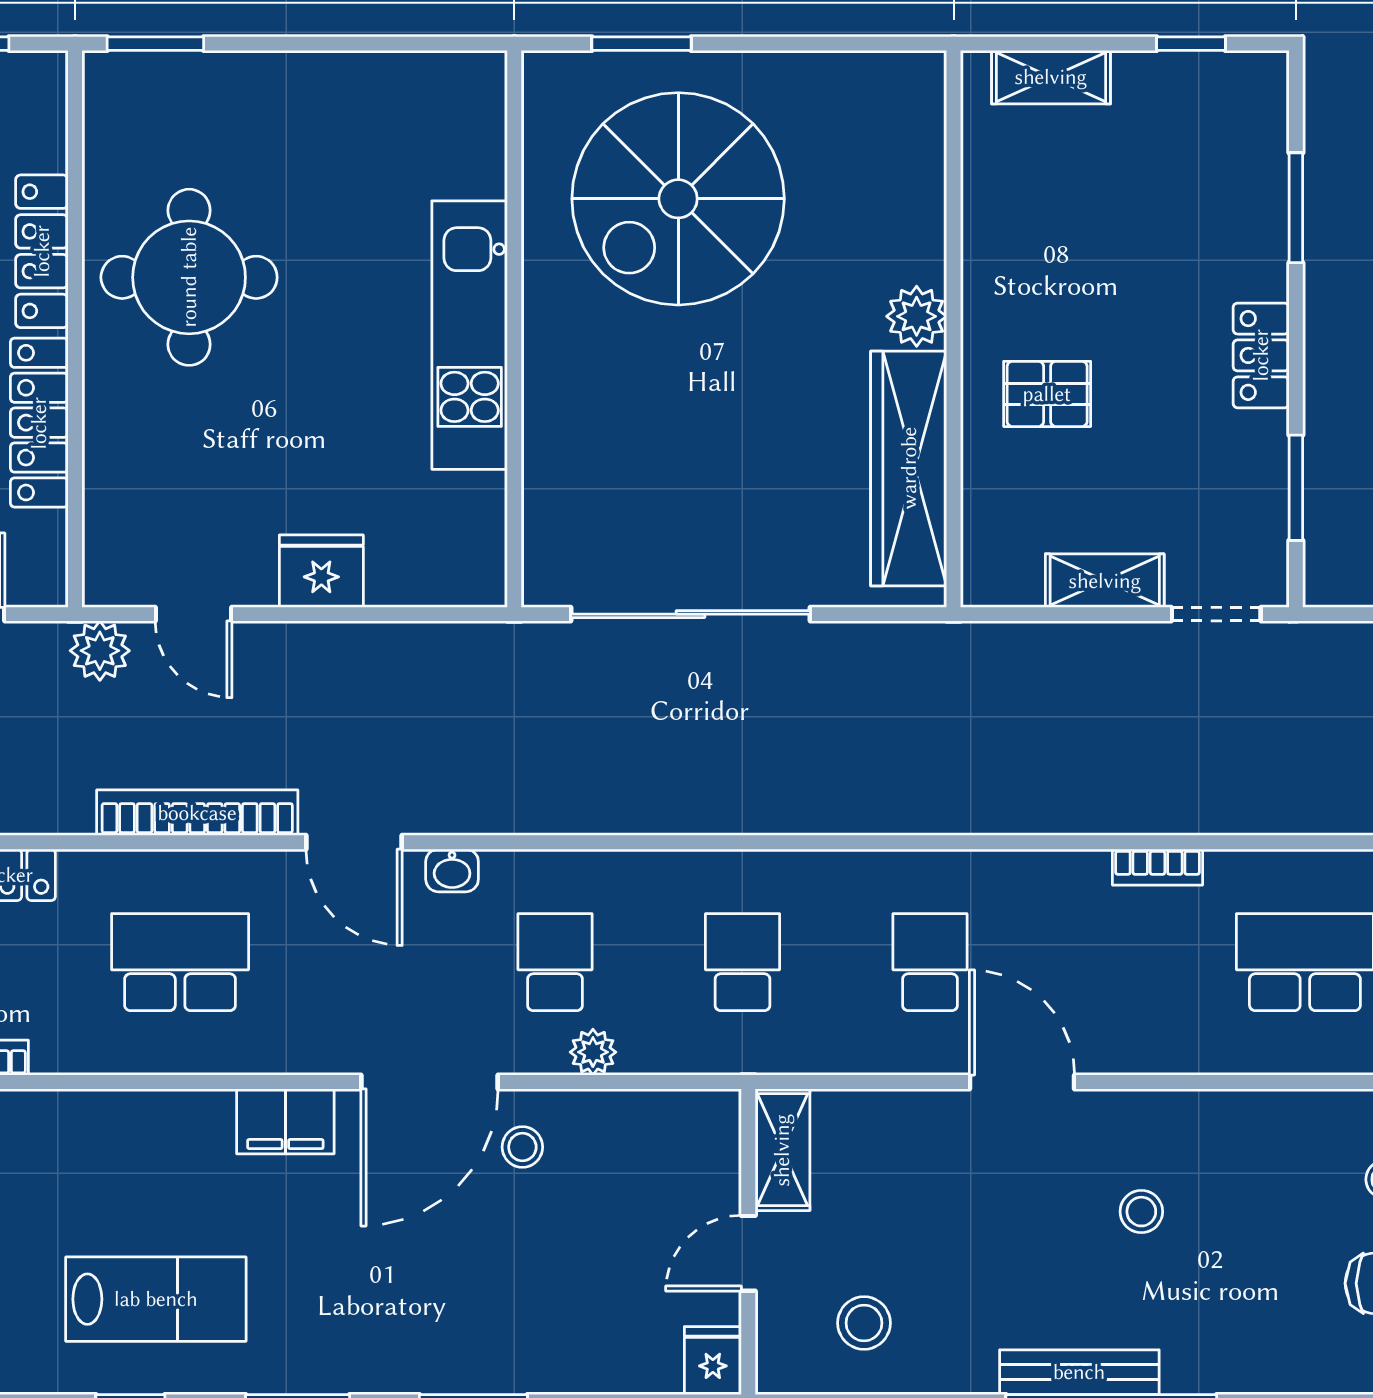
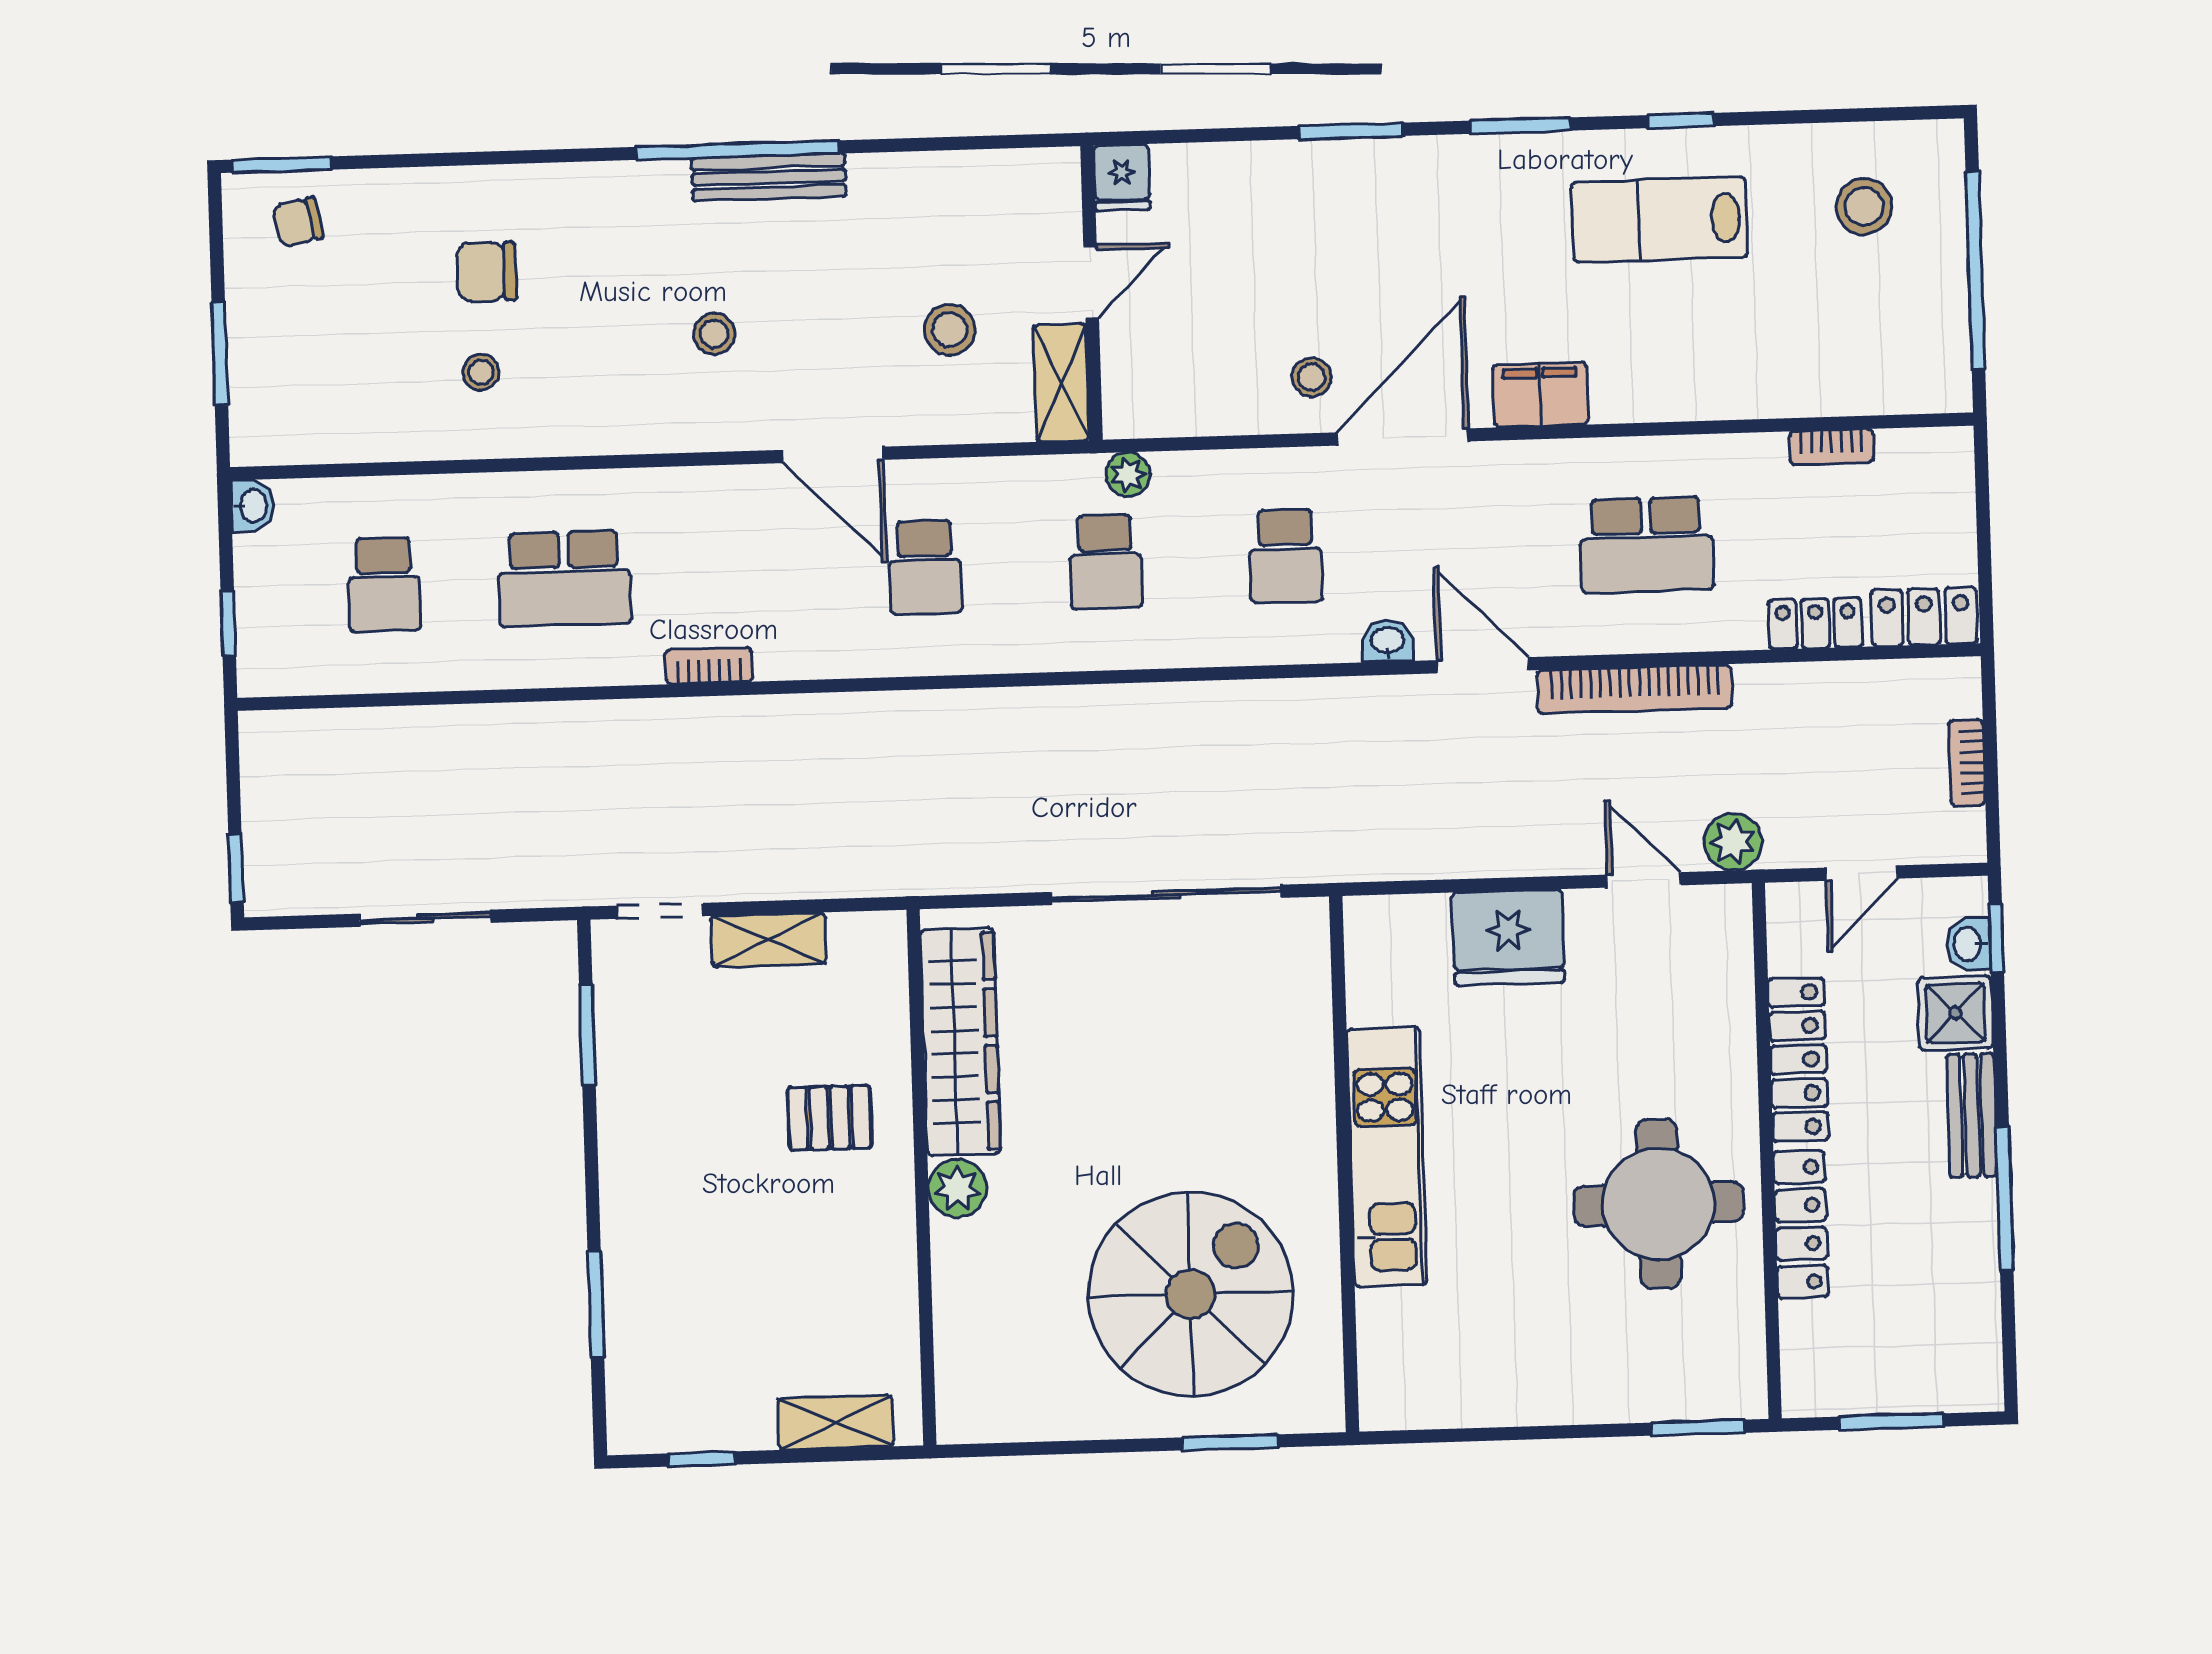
locker: (1261, 355) -> (625, 1161), removed
fridge: (321, 571) -> (1508, 937), width x1.36, depth x1.34
plant: (593, 1052) -> (1128, 474), moved
stool: (864, 1323) -> (950, 330), moved

